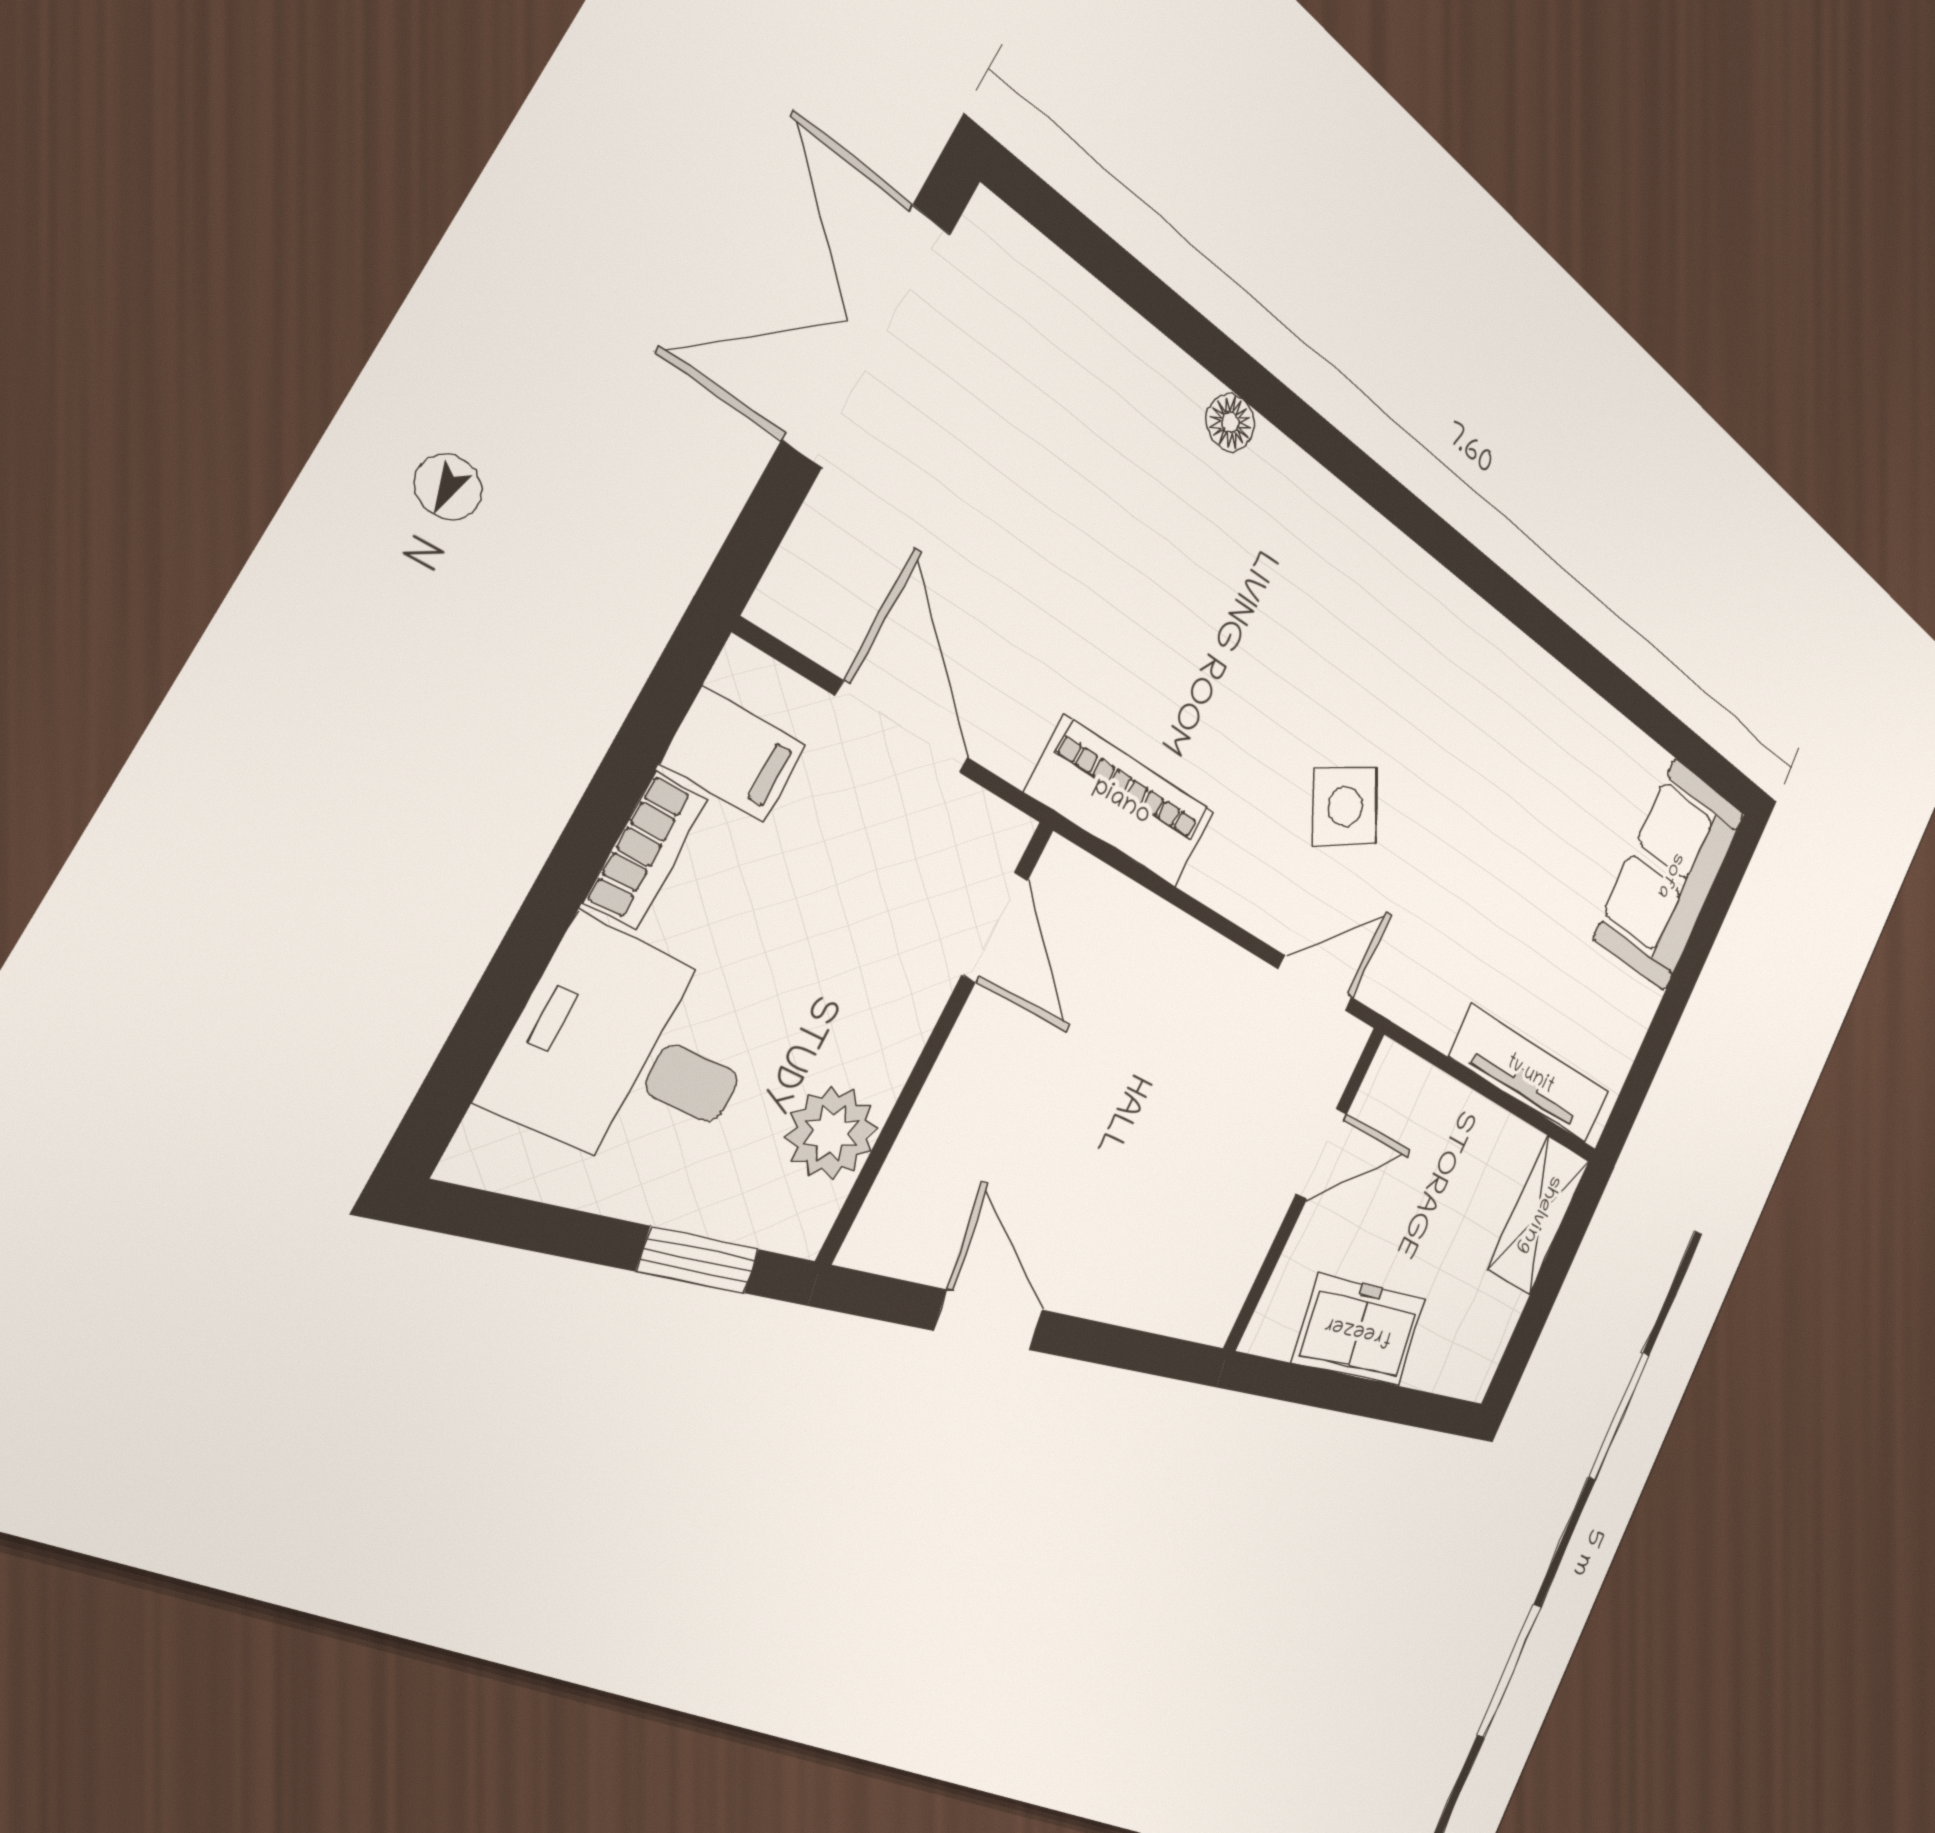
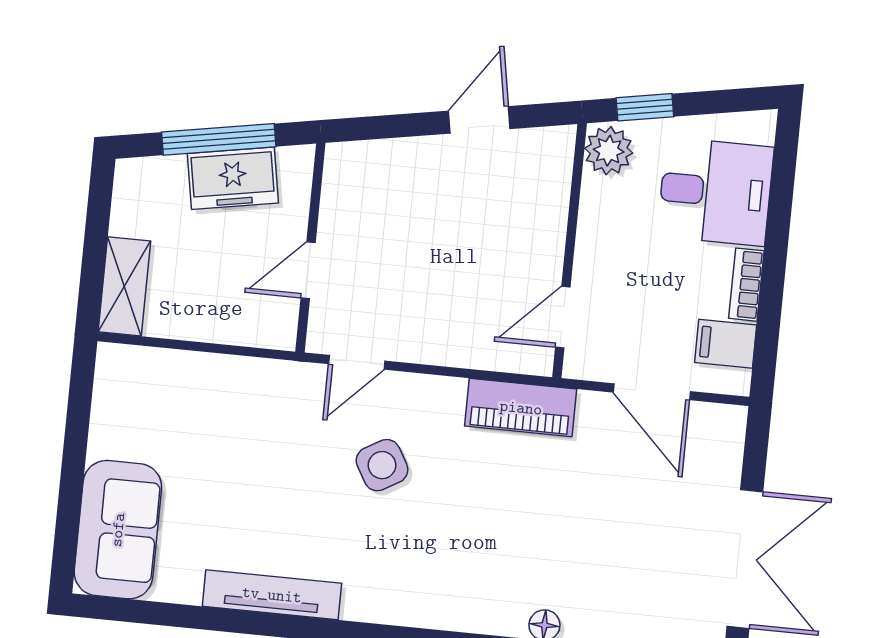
door: (995, 927) -> (563, 317), hinge flipped
tv unit: (1530, 1075) -> (272, 595), moved, turned 180
plant: (831, 1133) -> (609, 151), moved
door: (989, 1320) -> (479, 120), swing flipped
window: (1354, 1396) -> (219, 139), added

